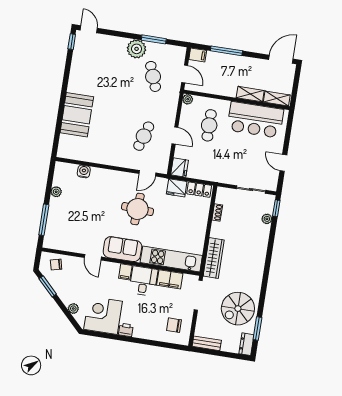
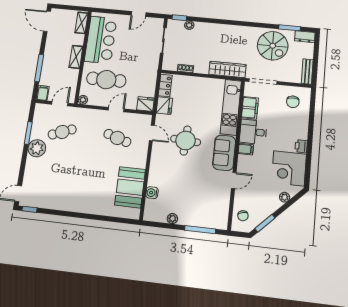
shelving: (250, 94) -> (76, 57), moved
booth: (77, 115) -> (130, 187), moved, turned 90
cafe table: (209, 125) -> (106, 80), width x1.37, depth x1.35

